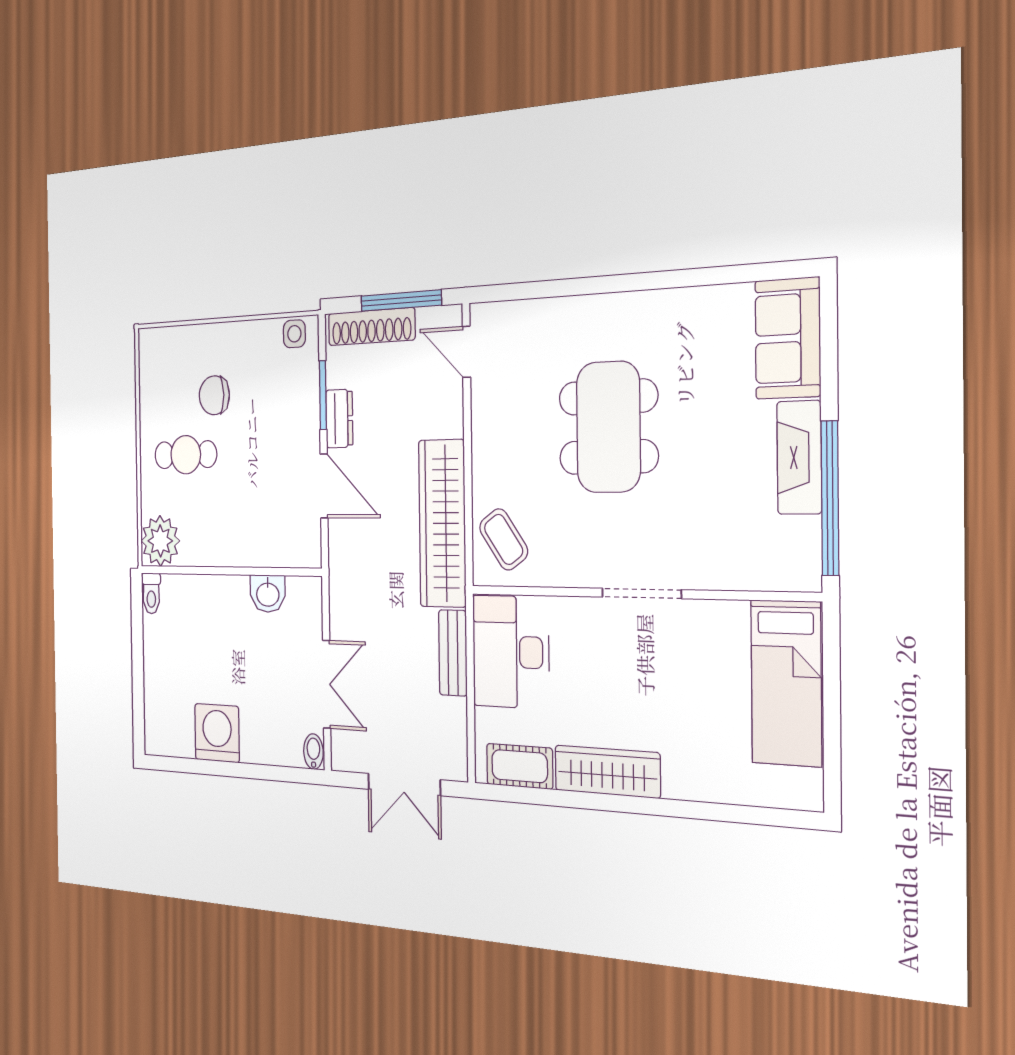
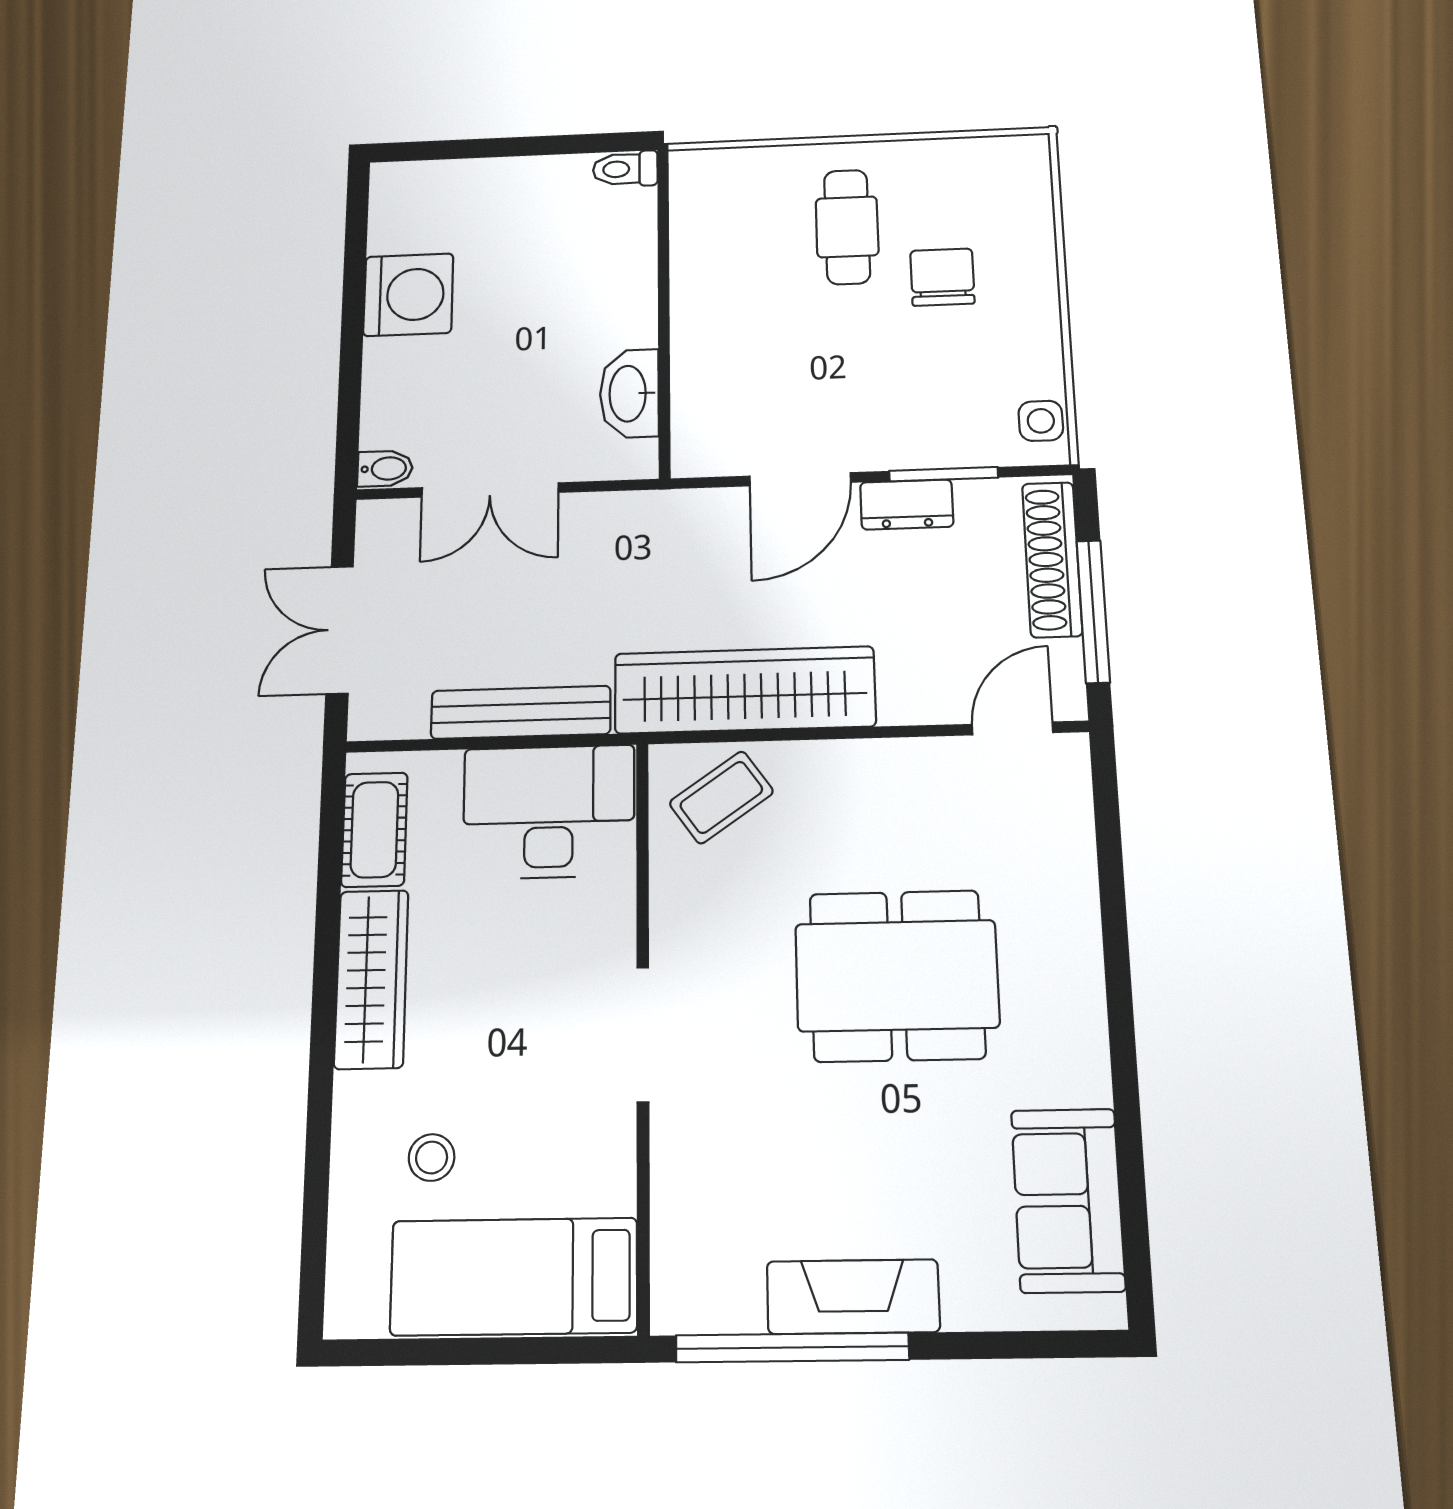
sofa: (788, 338) -> (1068, 1200), moved, turned -90
plant: (160, 541) -> (709, 183), removed
washbasin: (268, 594) -> (629, 394), width x1.38
bench: (453, 653) -> (521, 712), width x1.36
stool: (714, 735) -> (432, 1158), added

